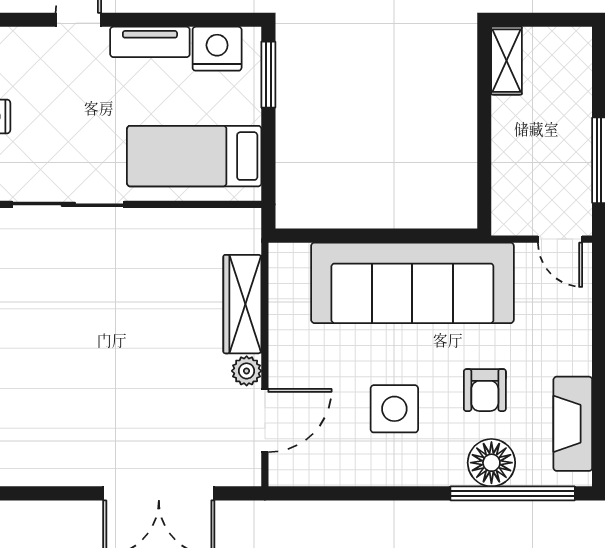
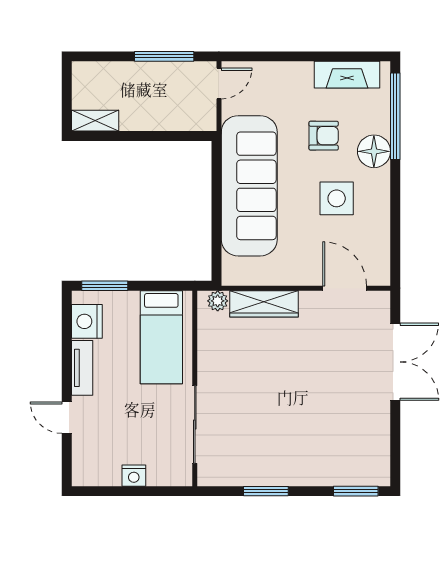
plant: (247, 371) -> (218, 301), moved
floor lamp: (491, 463) -> (374, 151), moved

